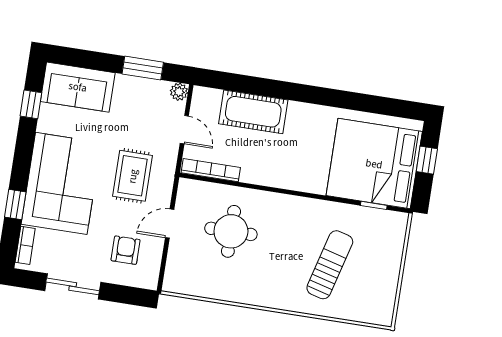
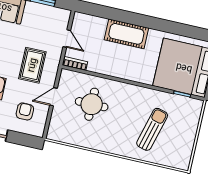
plant: (179, 92) -> (65, 15), removed
cot: (253, 112) -> (126, 34), moved
bookcase: (211, 170) -> (75, 64), width x0.64

